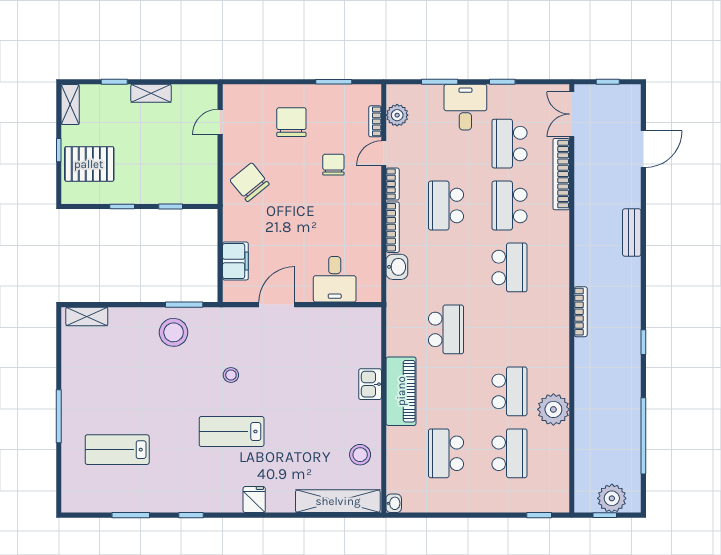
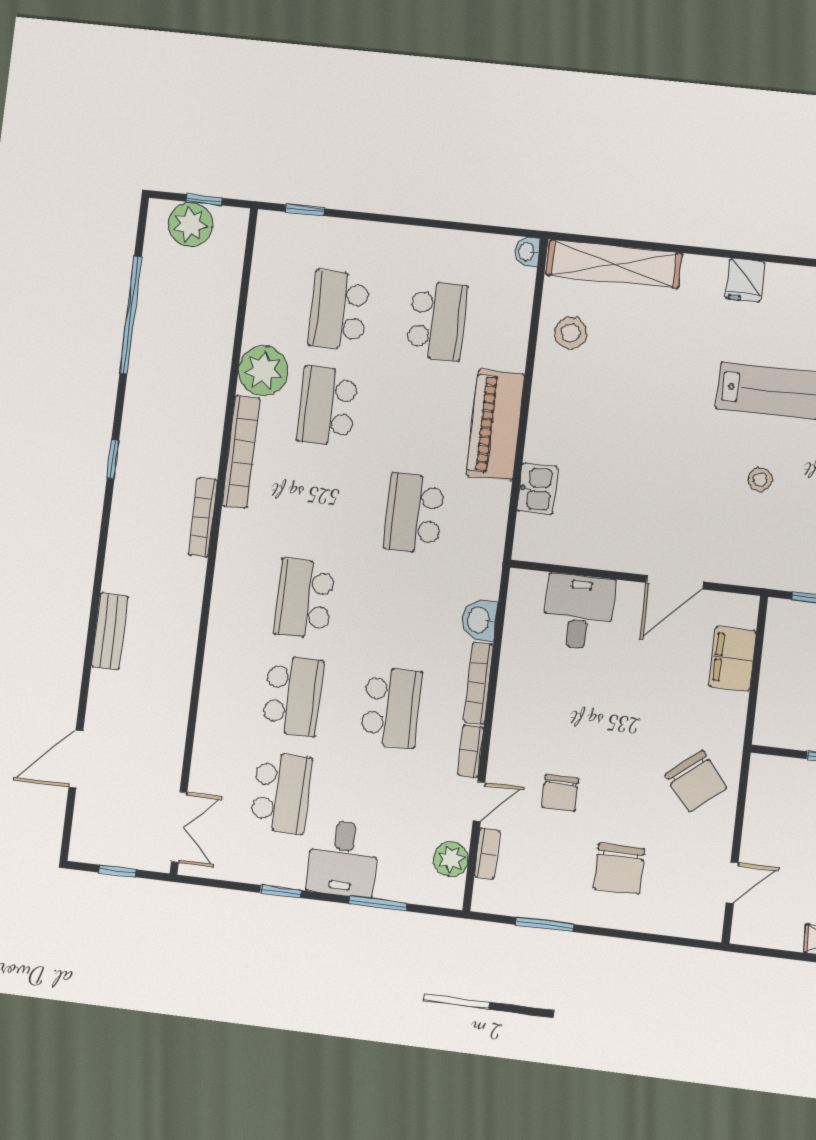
bookcase: (561, 174) -> (241, 452), moved
kitchen sink: (370, 384) -> (537, 489), moved

